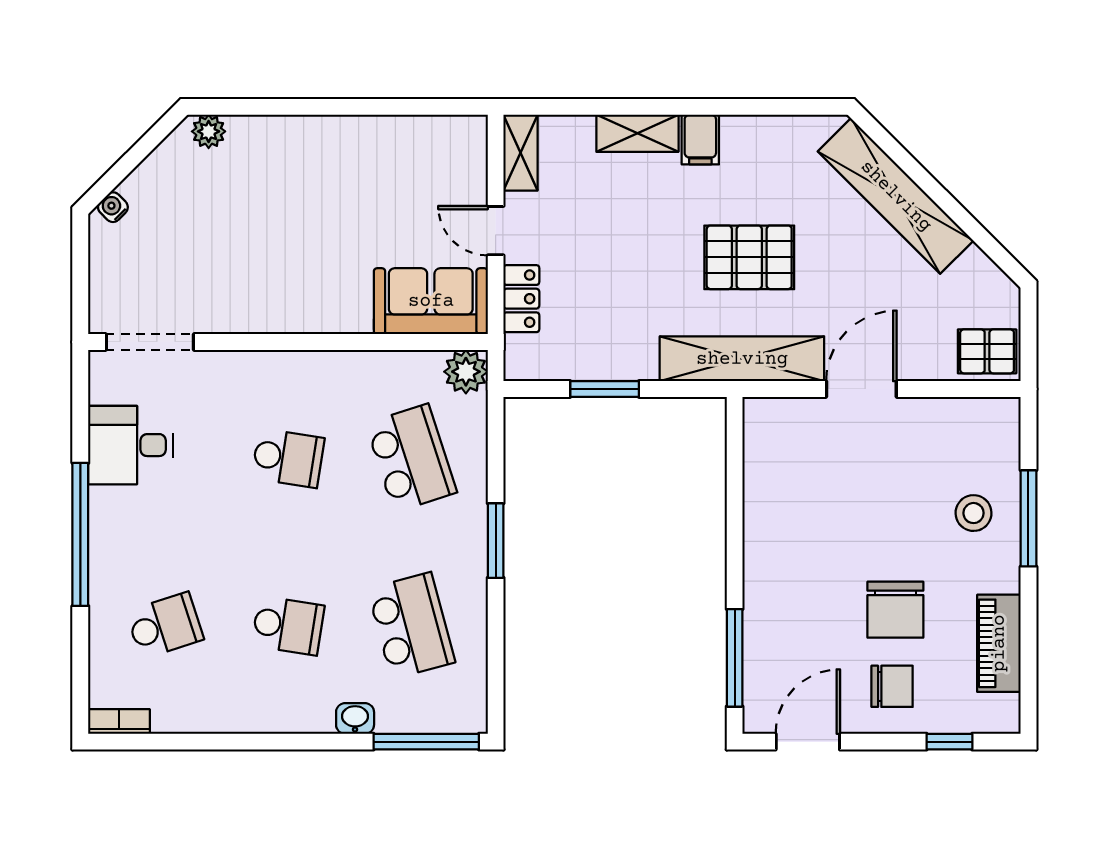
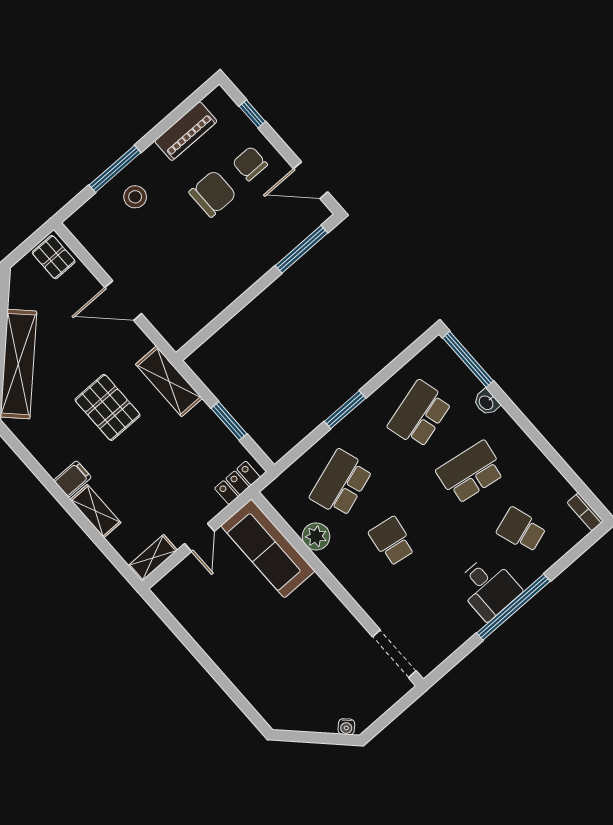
plant: (209, 131) -> (271, 713), removed
locker: (521, 299) -> (237, 483), moved
sofa: (431, 301) -> (268, 548), width x1.36
shelving: (742, 359) -> (169, 381), width x0.68
plant: (466, 372) -> (316, 536), moved
desk: (130, 445) -> (488, 588), moved
school desk: (288, 626) -> (471, 472), width x1.85

